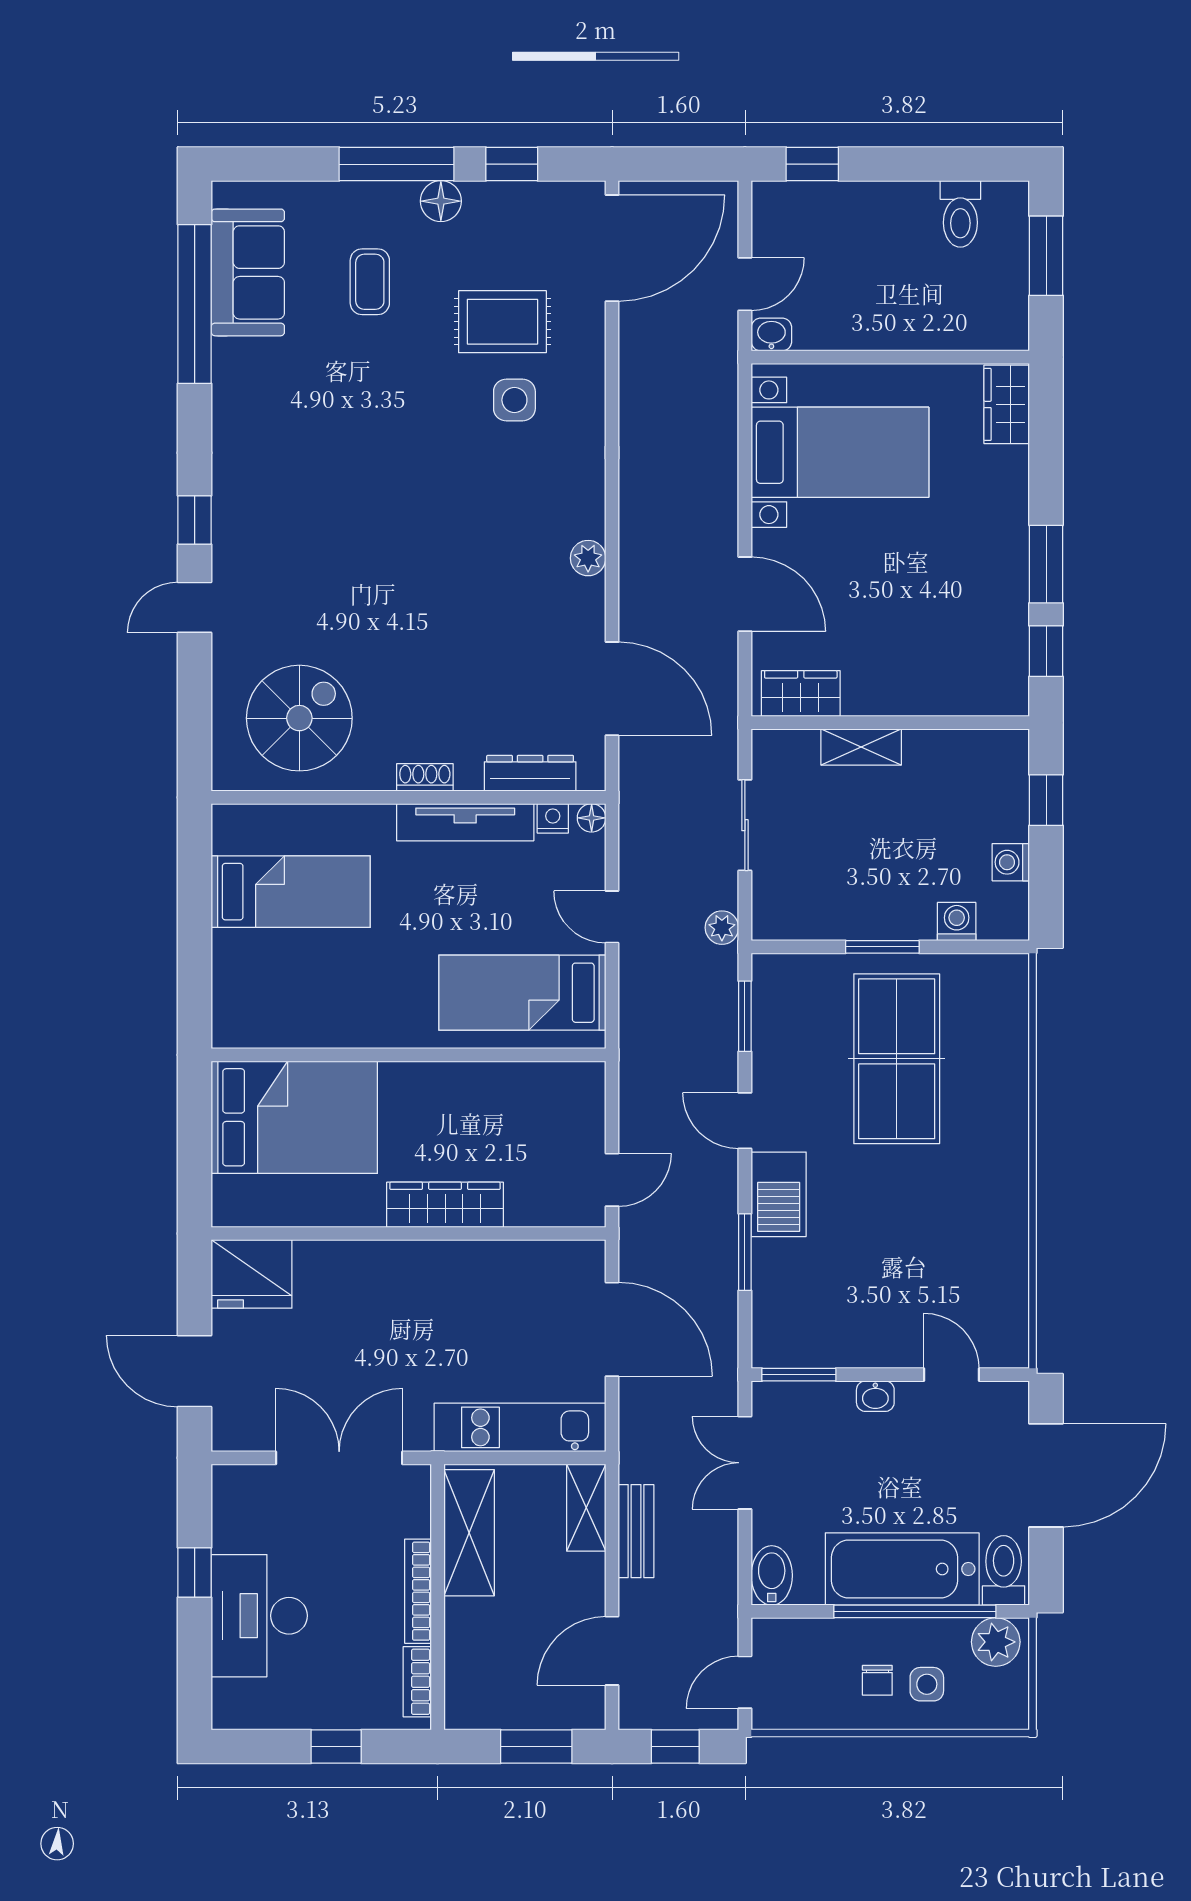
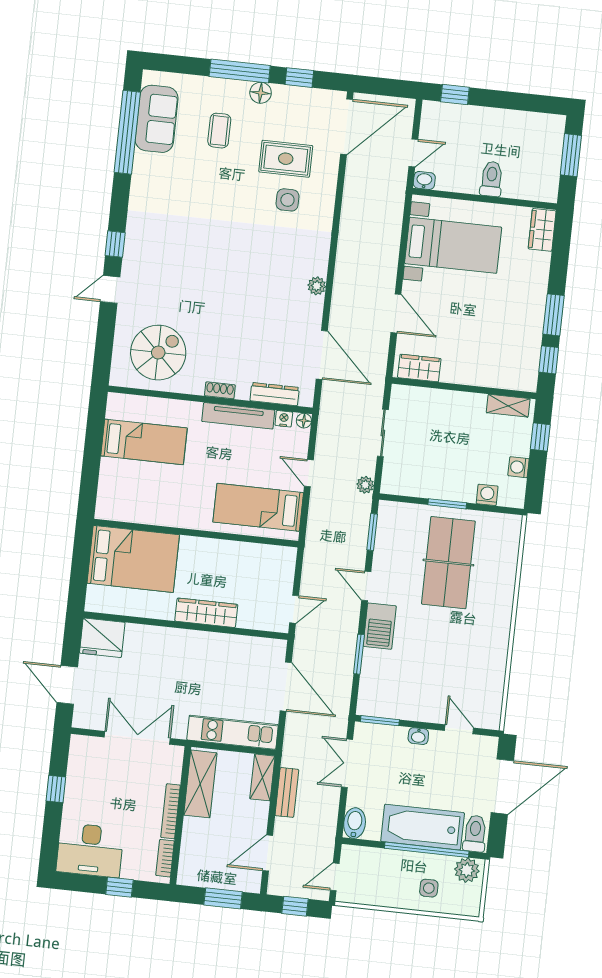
toilet: (960, 214) -> (492, 179), moved, turned 180
shelving: (861, 747) -> (508, 406), moved
desk: (259, 1616) -> (90, 850), moved, turned -90
chair: (877, 1680) -> (403, 883), removed

